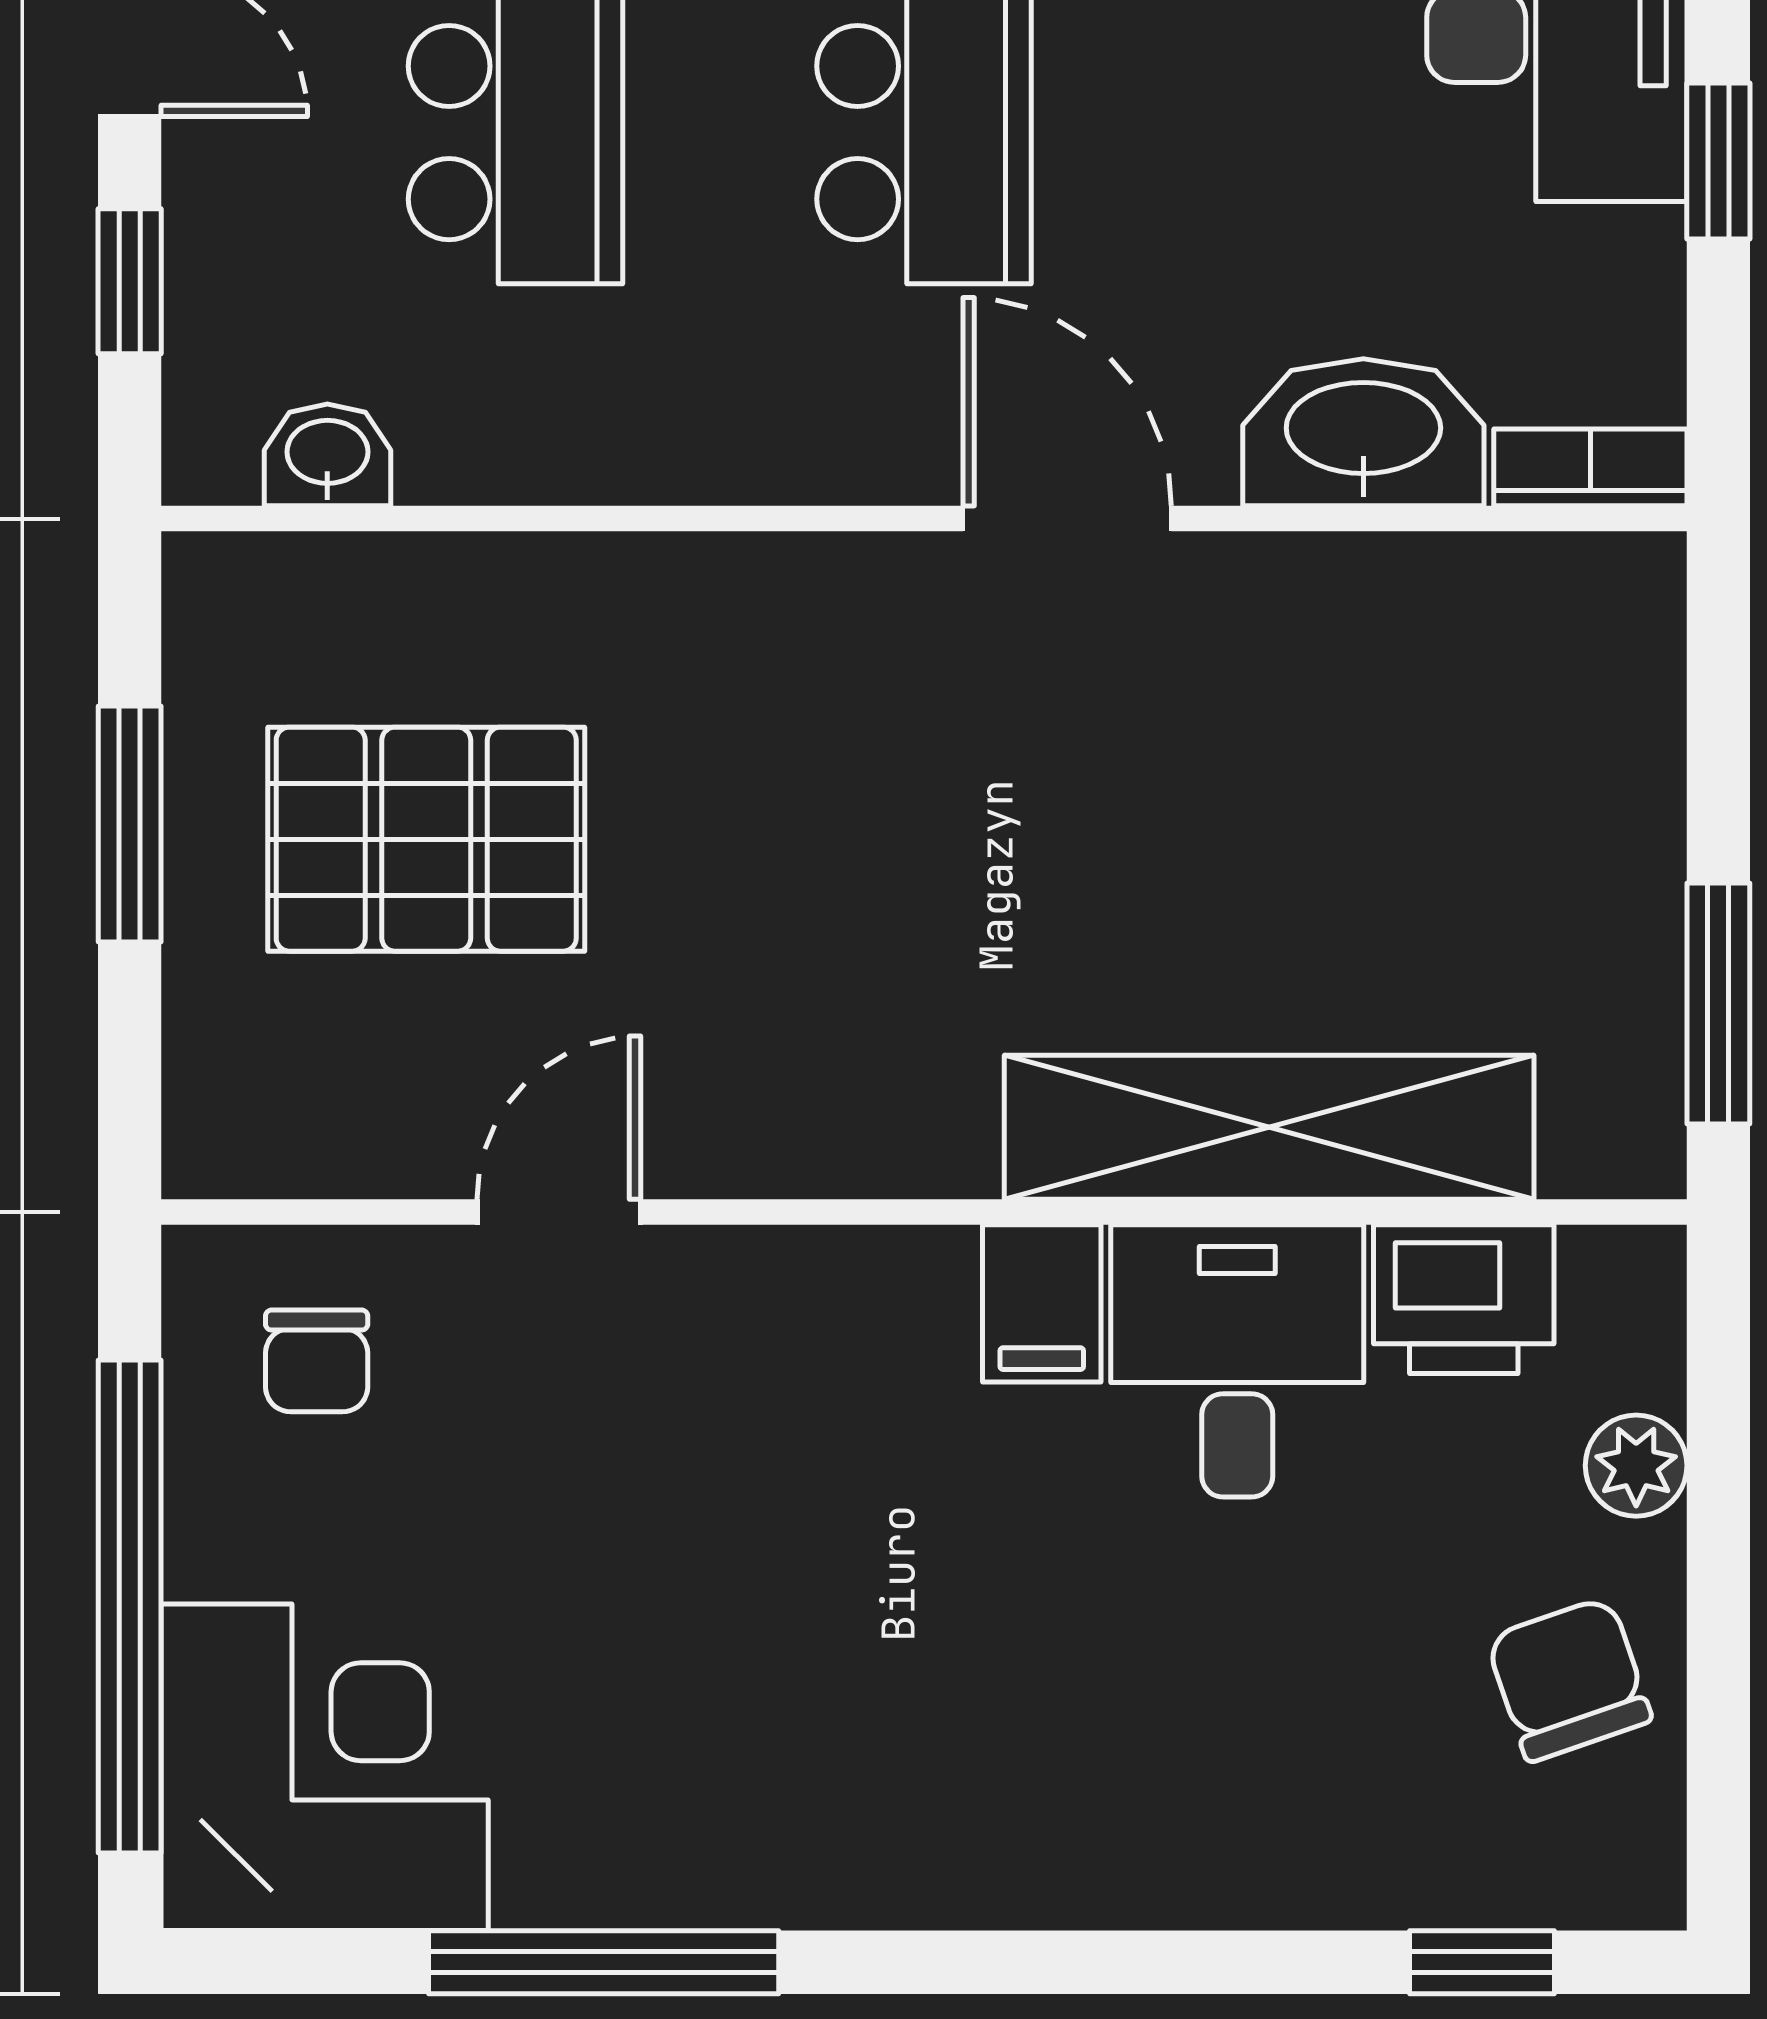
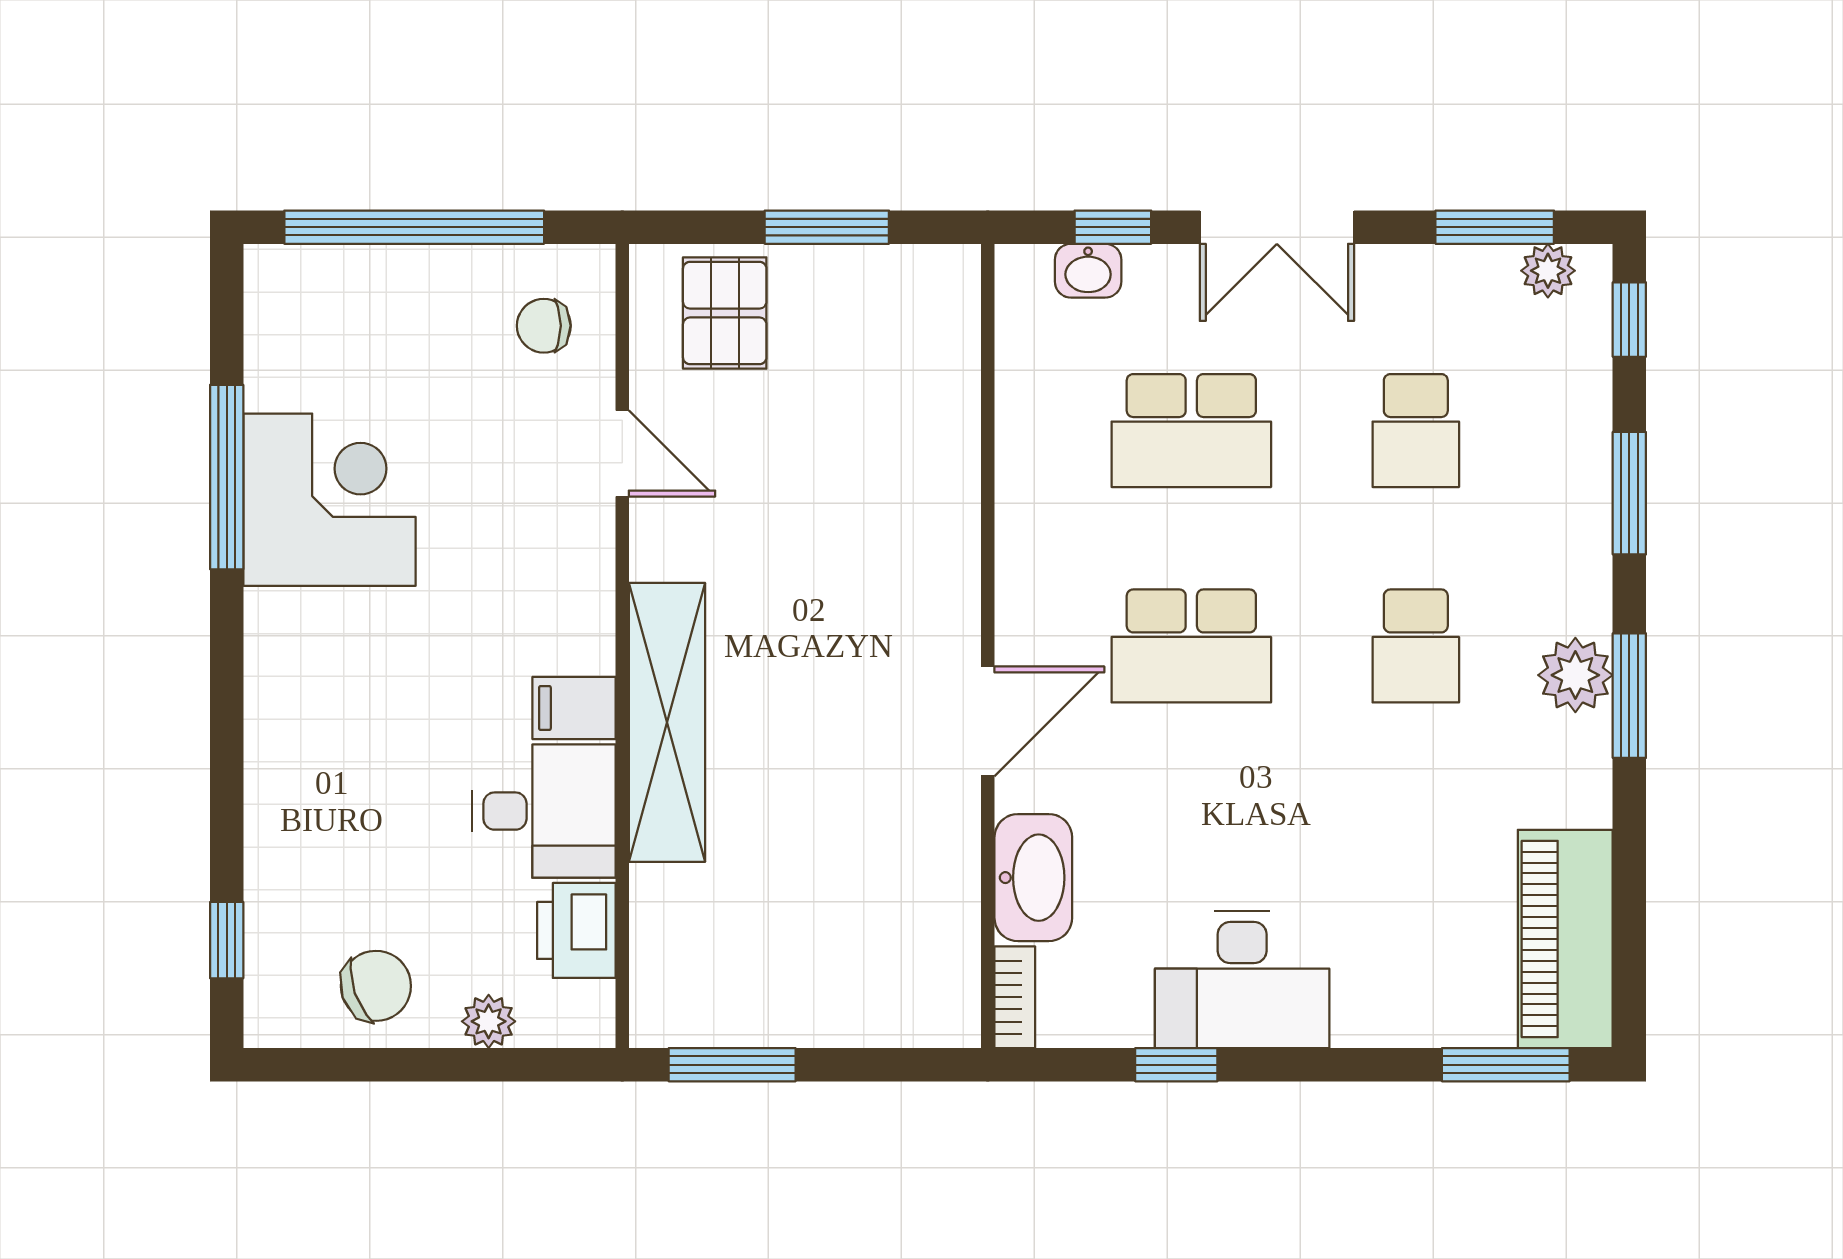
washbasin: (327, 455) -> (1088, 271), moved, turned 90
pallet: (426, 839) -> (725, 313), moved, width x0.67, depth x0.71
shelving: (1269, 1127) -> (667, 722), moved
corner desk: (325, 1767) -> (329, 500), moved, turned -90

